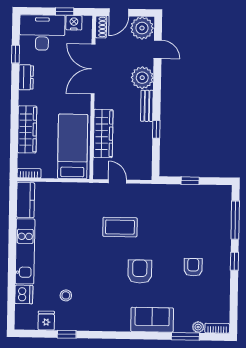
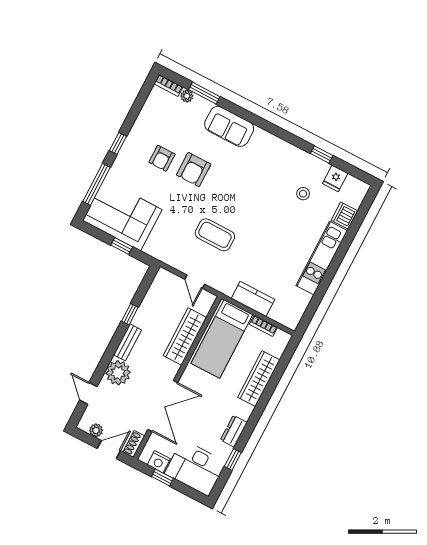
plant: (142, 28) -> (96, 430), width x0.53, depth x0.53
bookcase: (29, 173) -> (263, 326), moved
kitchen counter: (26, 200) -> (253, 299), moved, turned 90
corner sofa: (202, 206) -> (122, 215), added
armchair: (140, 271) -> (194, 170), moved

